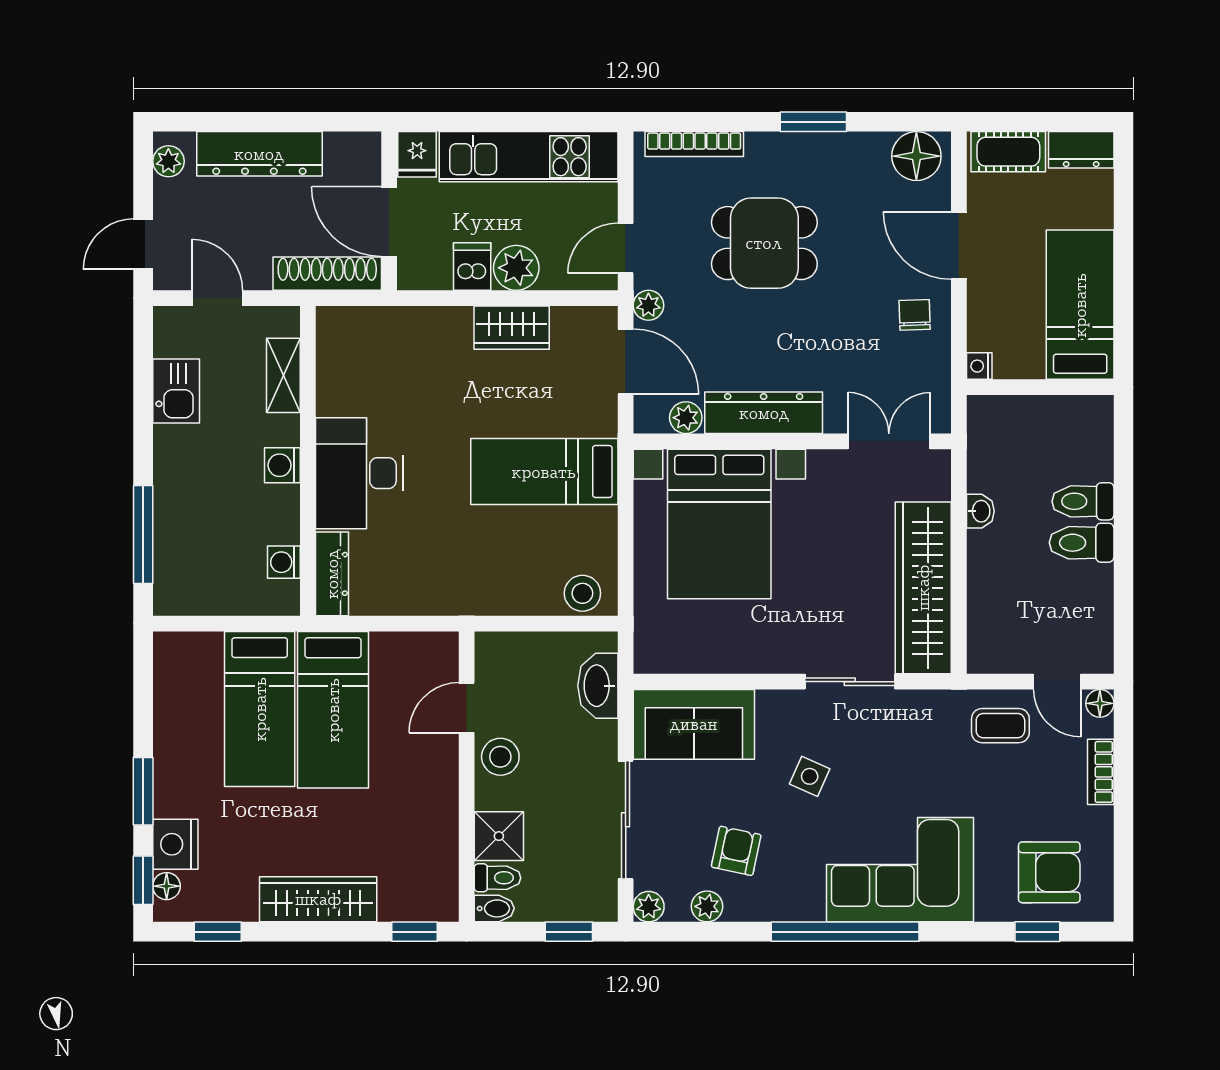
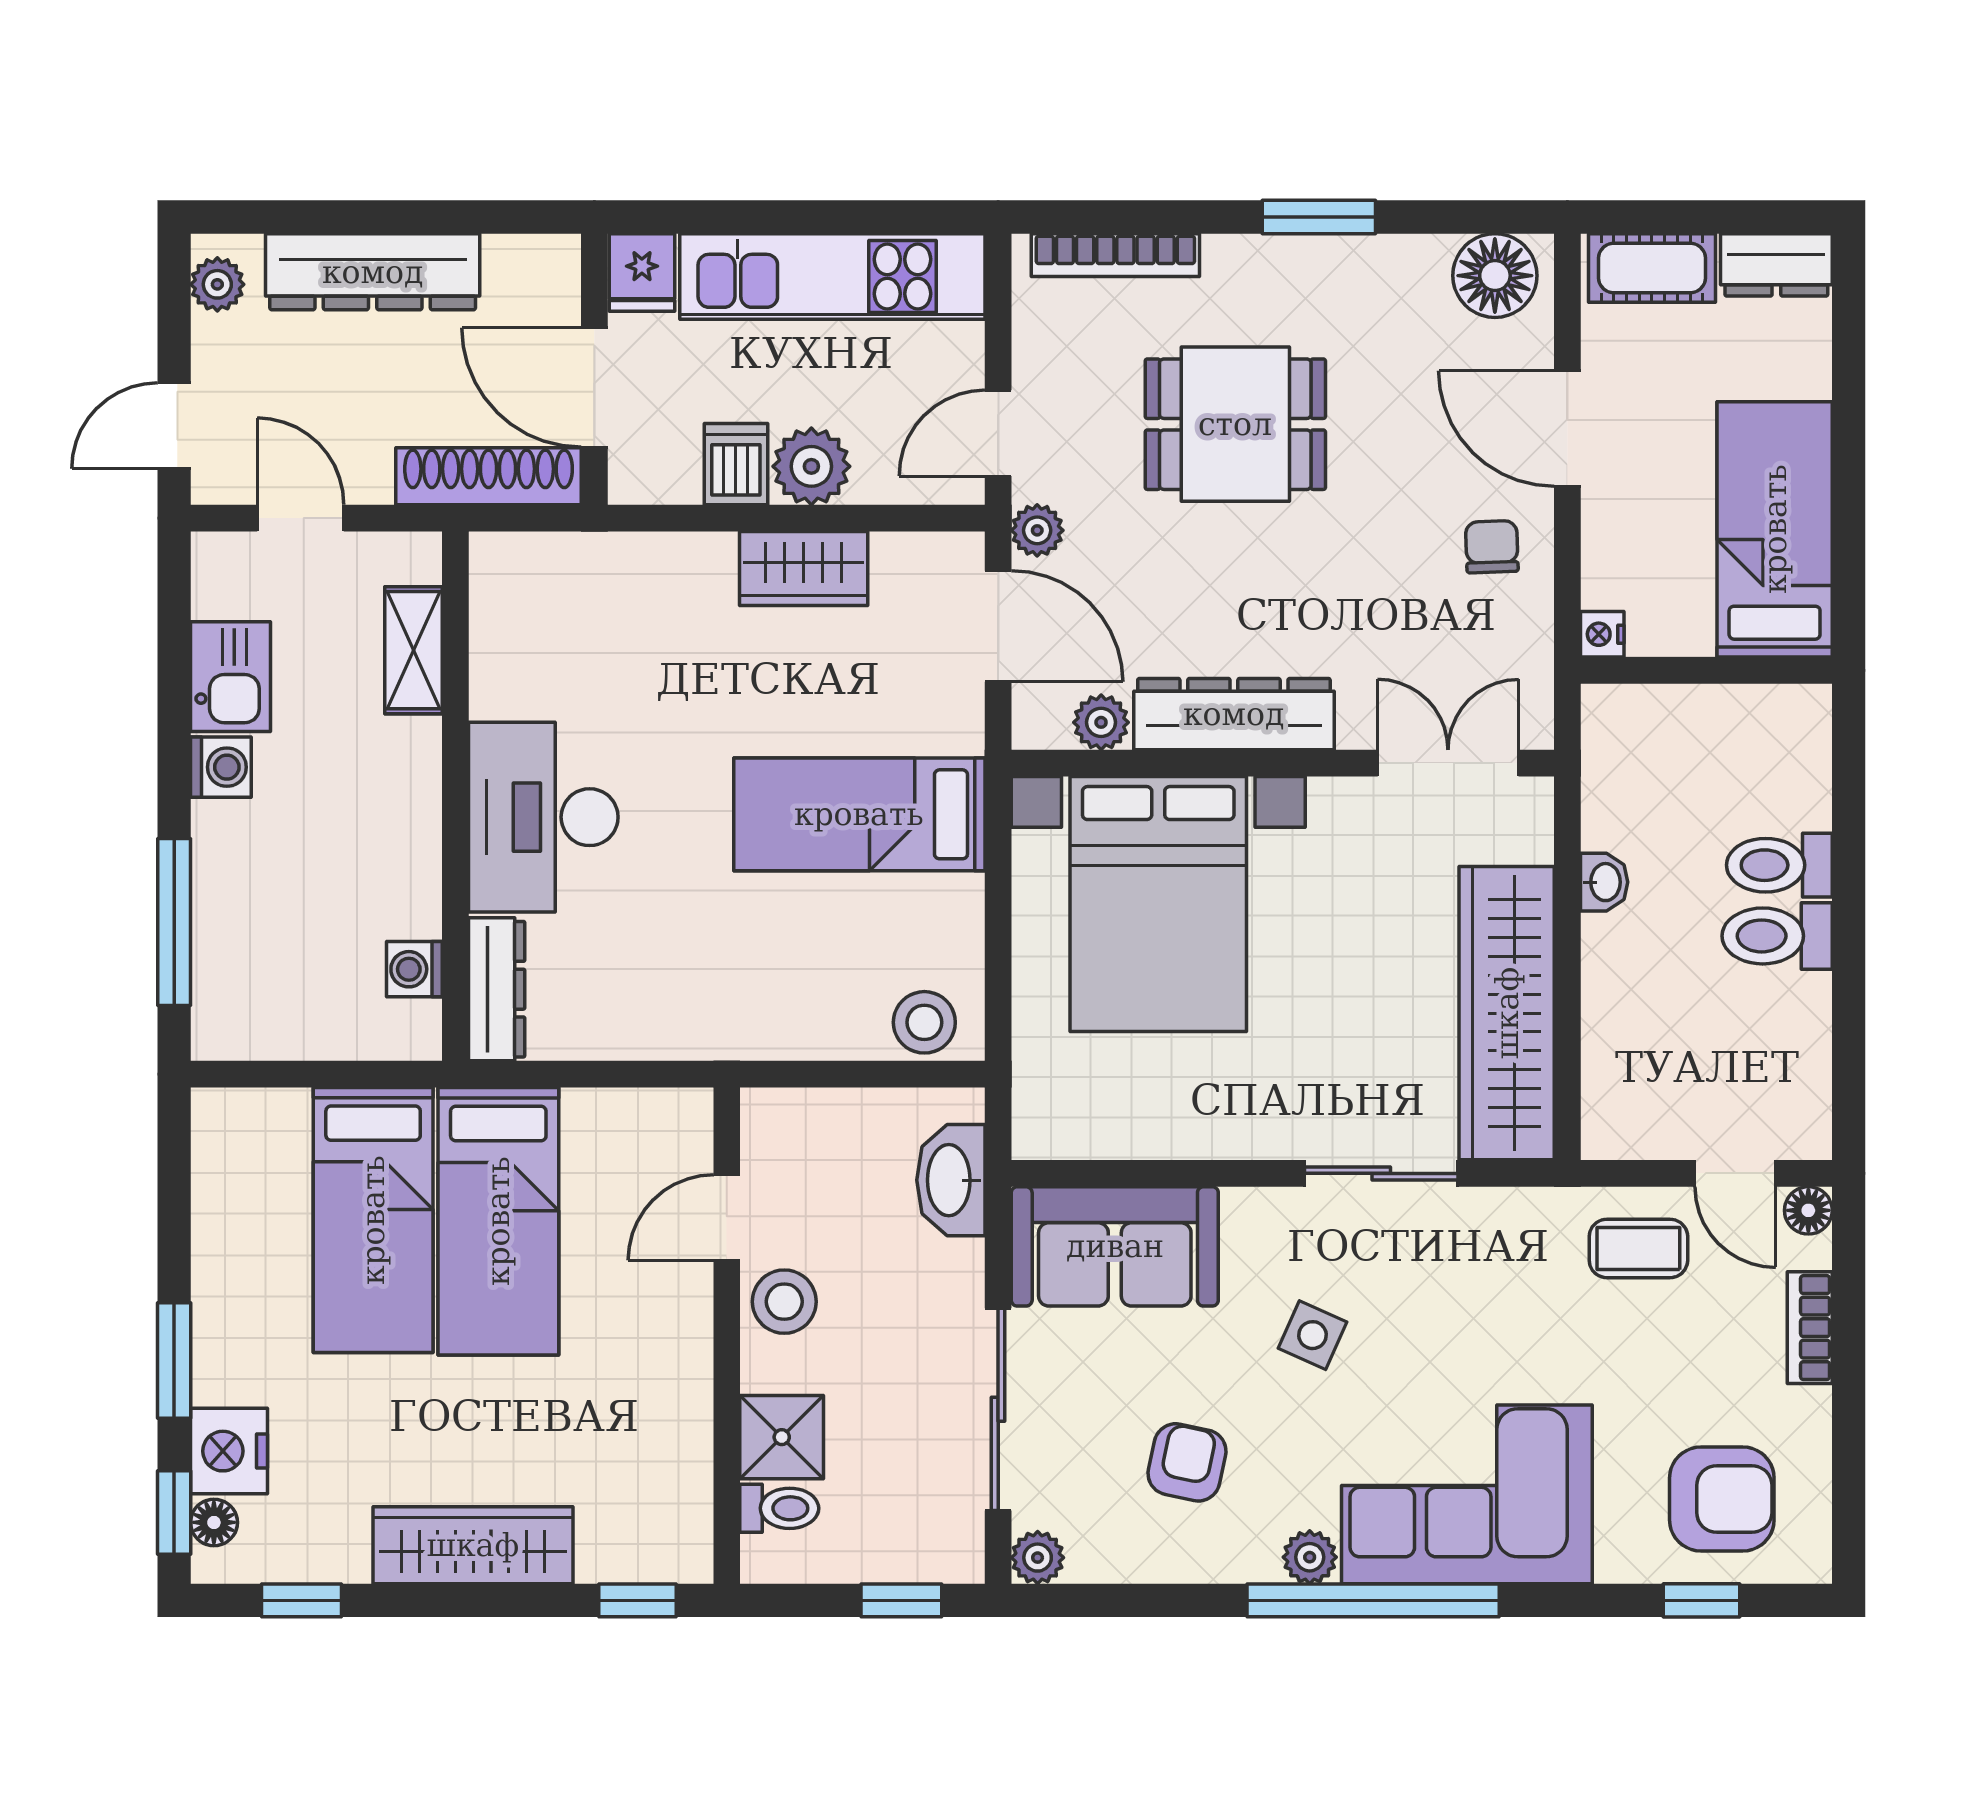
washing machine: (282, 465) -> (221, 767), moved, turned 180
plant: (707, 906) -> (1310, 1557), moved
bidet: (494, 908) -> (774, 1561), removed

